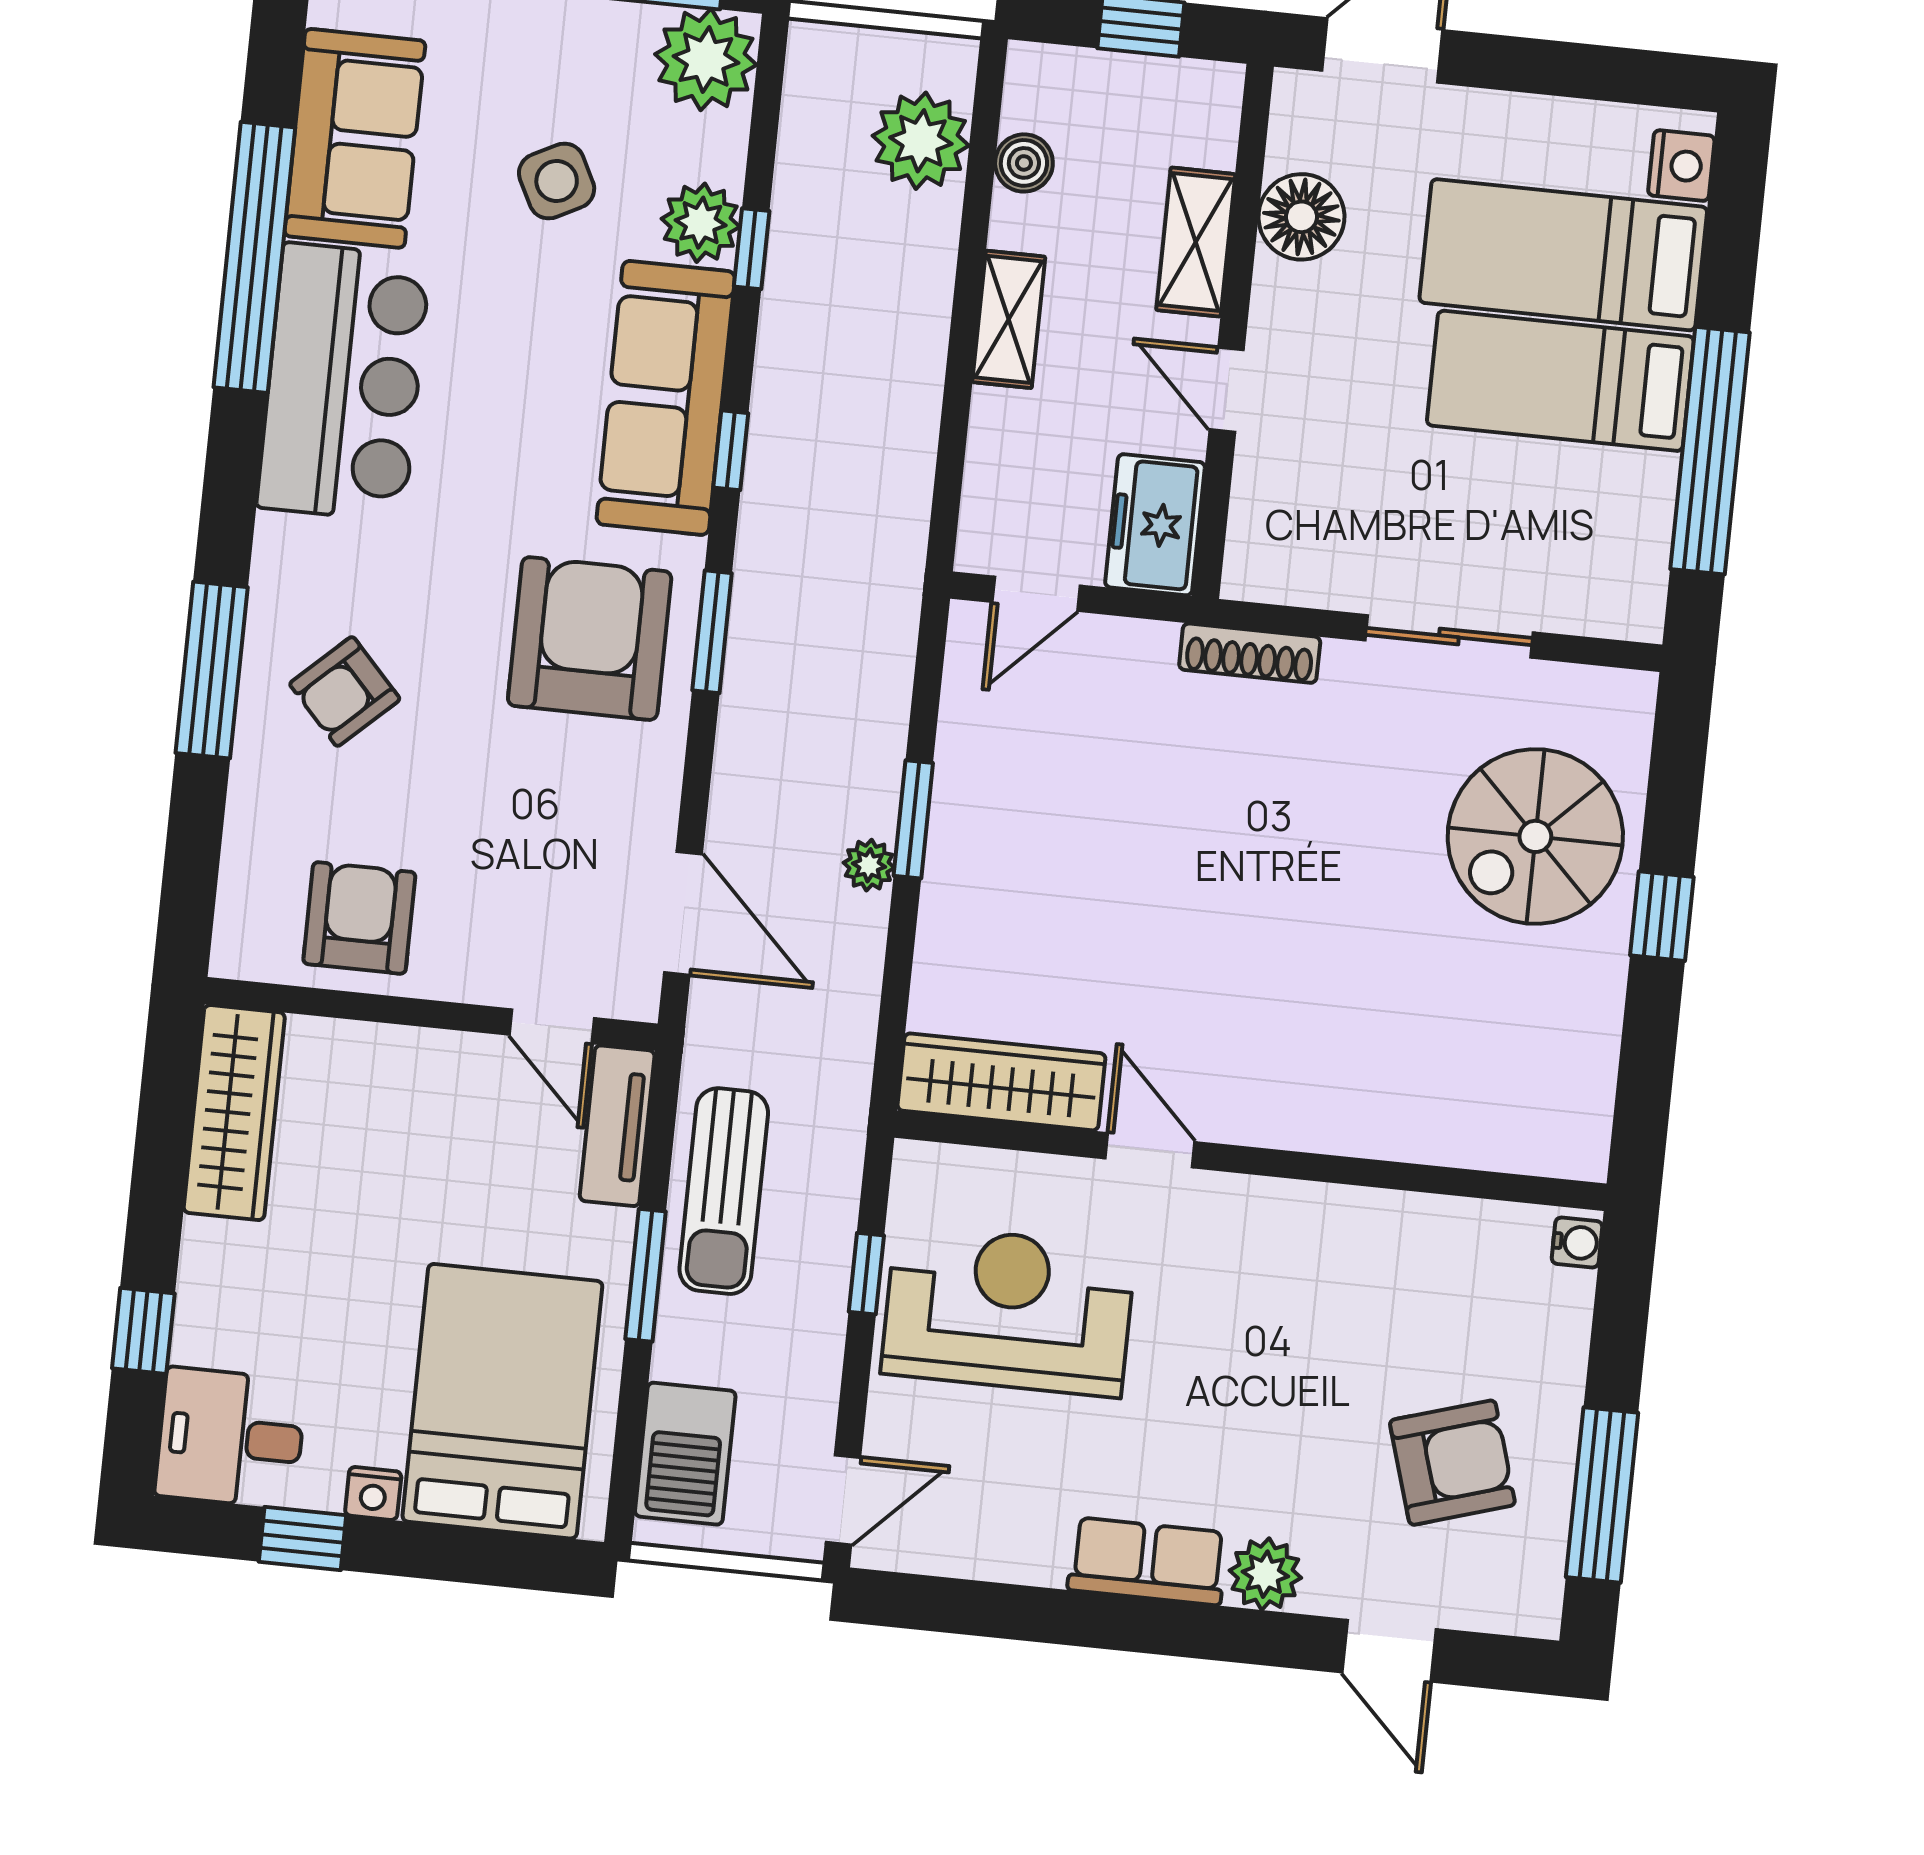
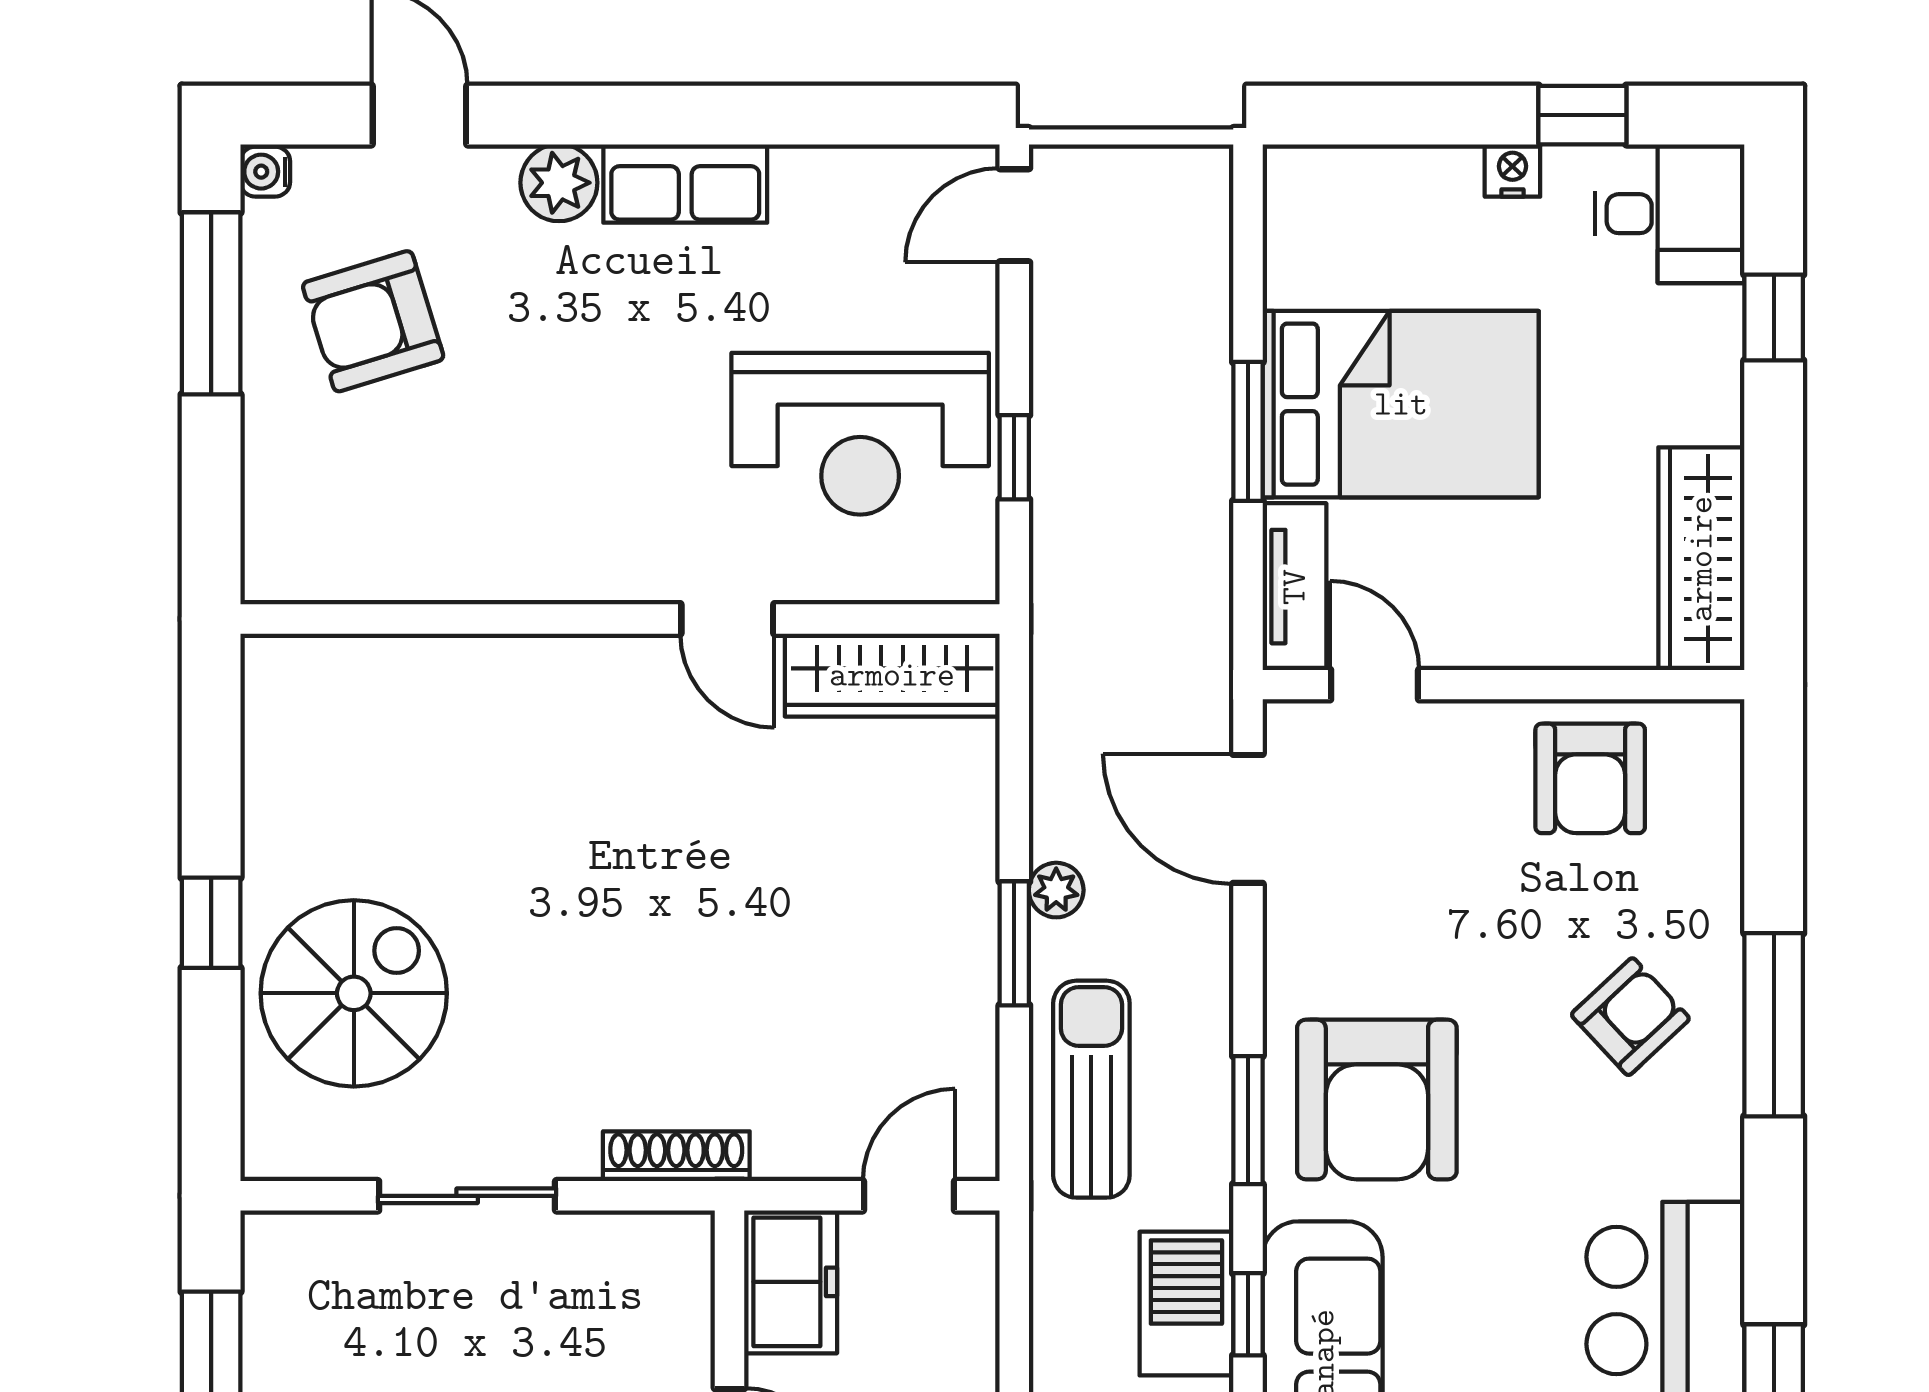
sun lounger: (724, 1191) -> (1091, 1089), moved
water cooler: (1577, 1242) -> (265, 172), moved
bed: (502, 1401) -> (1401, 404), moved, turned -90
barbecue: (685, 1454) -> (1186, 1304), moved

